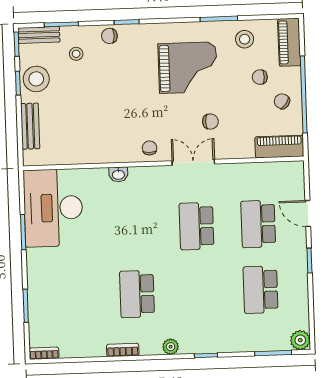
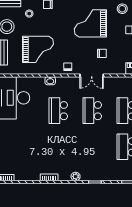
grand piano: (188, 68) -> (90, 23), turned 180
grand piano: (94, 118) -> (38, 49), added
double door: (193, 162) -> (92, 76), swing flipped
school desk: (137, 294) -> (58, 111), moved

